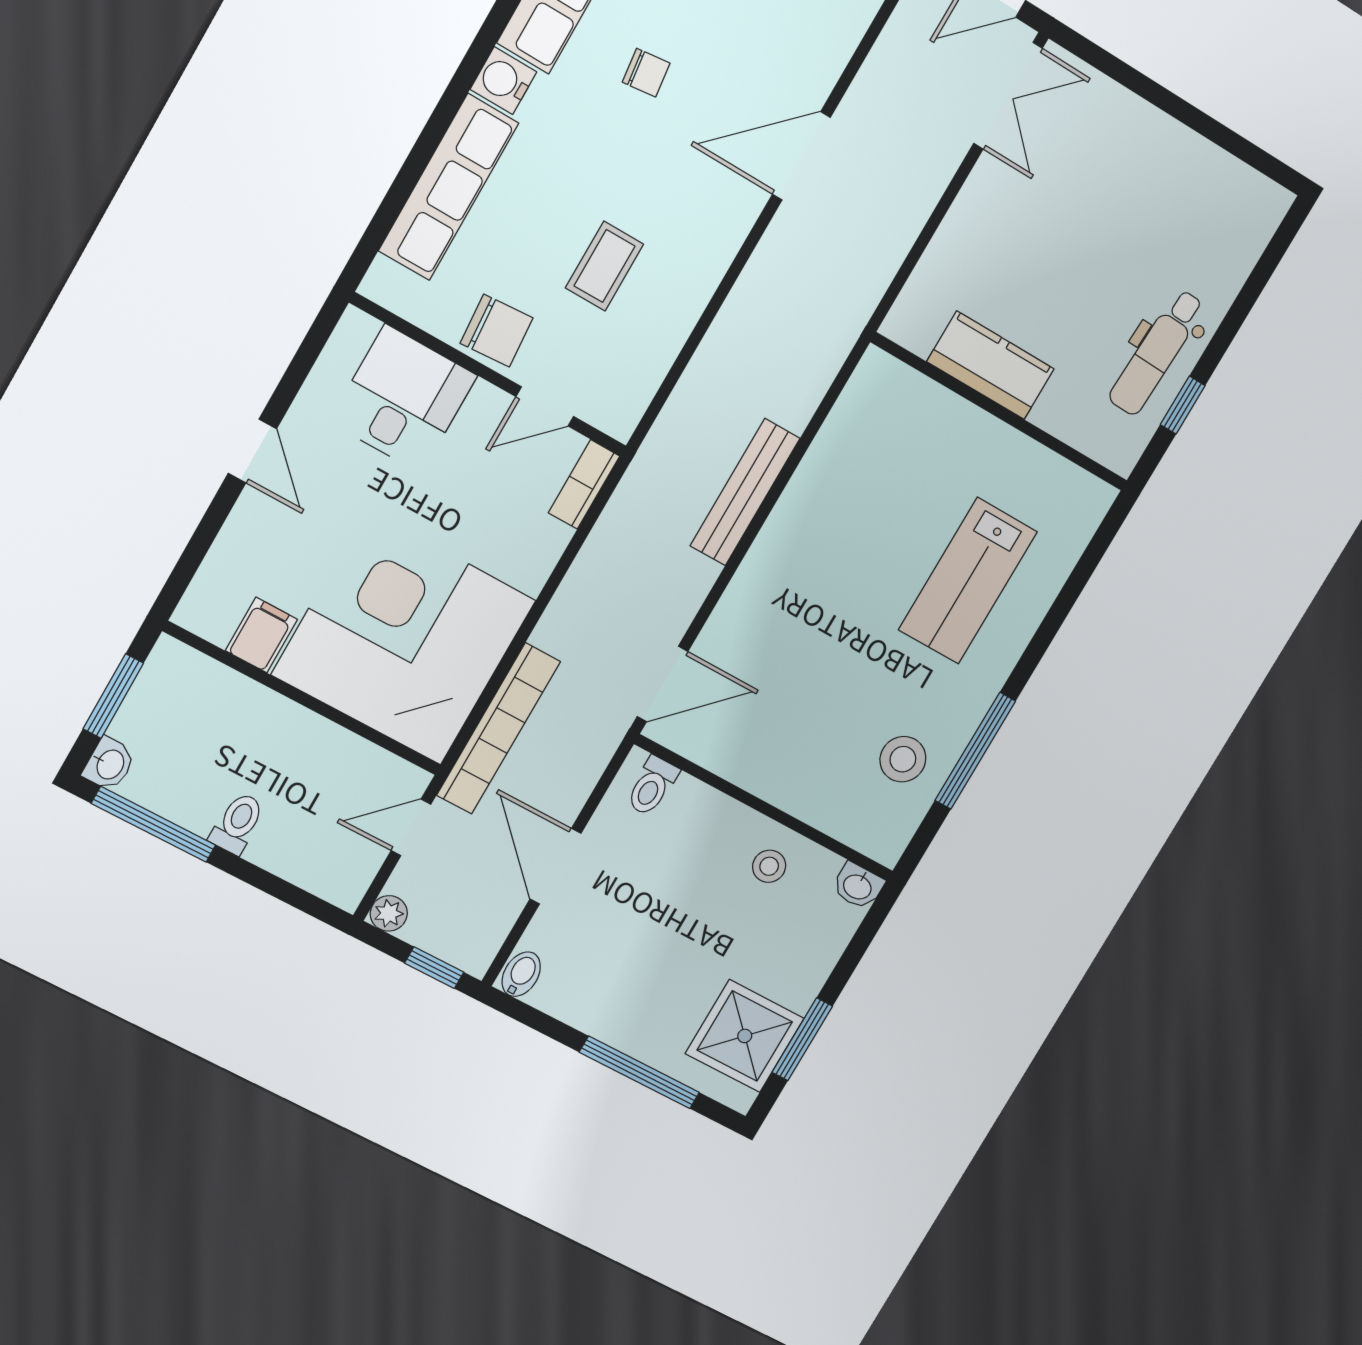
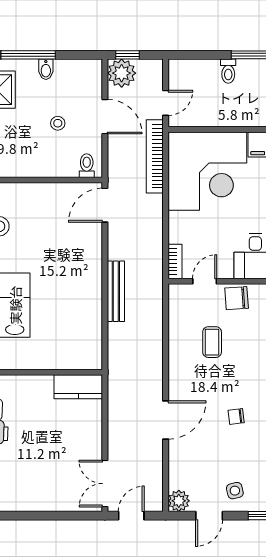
kitchen counter: (991, 365) -> (78, 387), moved
stool: (769, 866) -> (58, 123), moved
plant: (389, 913) -> (122, 73), moved, width x1.88, depth x1.88
bidet: (521, 974) -> (46, 69), moved

